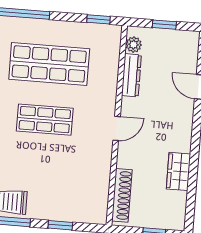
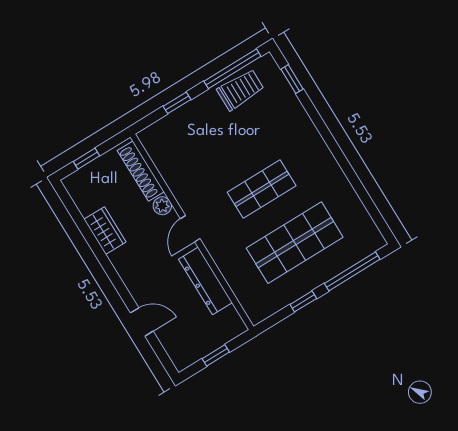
window: (98, 19) -> (303, 301), moved
plant: (134, 45) -> (162, 206), moved
dresser: (131, 75) -> (205, 281), width x1.37, depth x1.24

